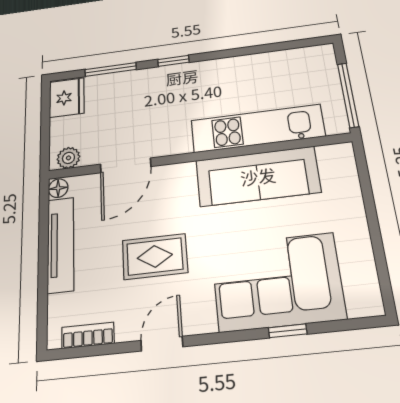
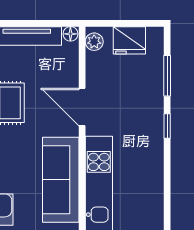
fridge: (67, 98) -> (129, 40), moved
door: (126, 165) -> (82, 107), moved

